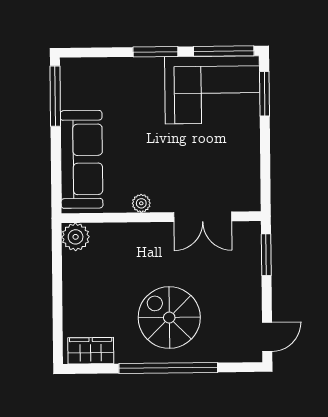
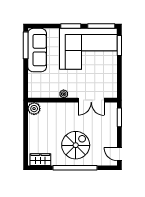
corner sofa: (212, 90) -> (88, 49), width x1.36, depth x1.36
sofa: (82, 159) -> (37, 50), moved
spiral stairs: (169, 318) -> (76, 145), turned 90
door: (267, 337) -> (119, 154), swing flipped

